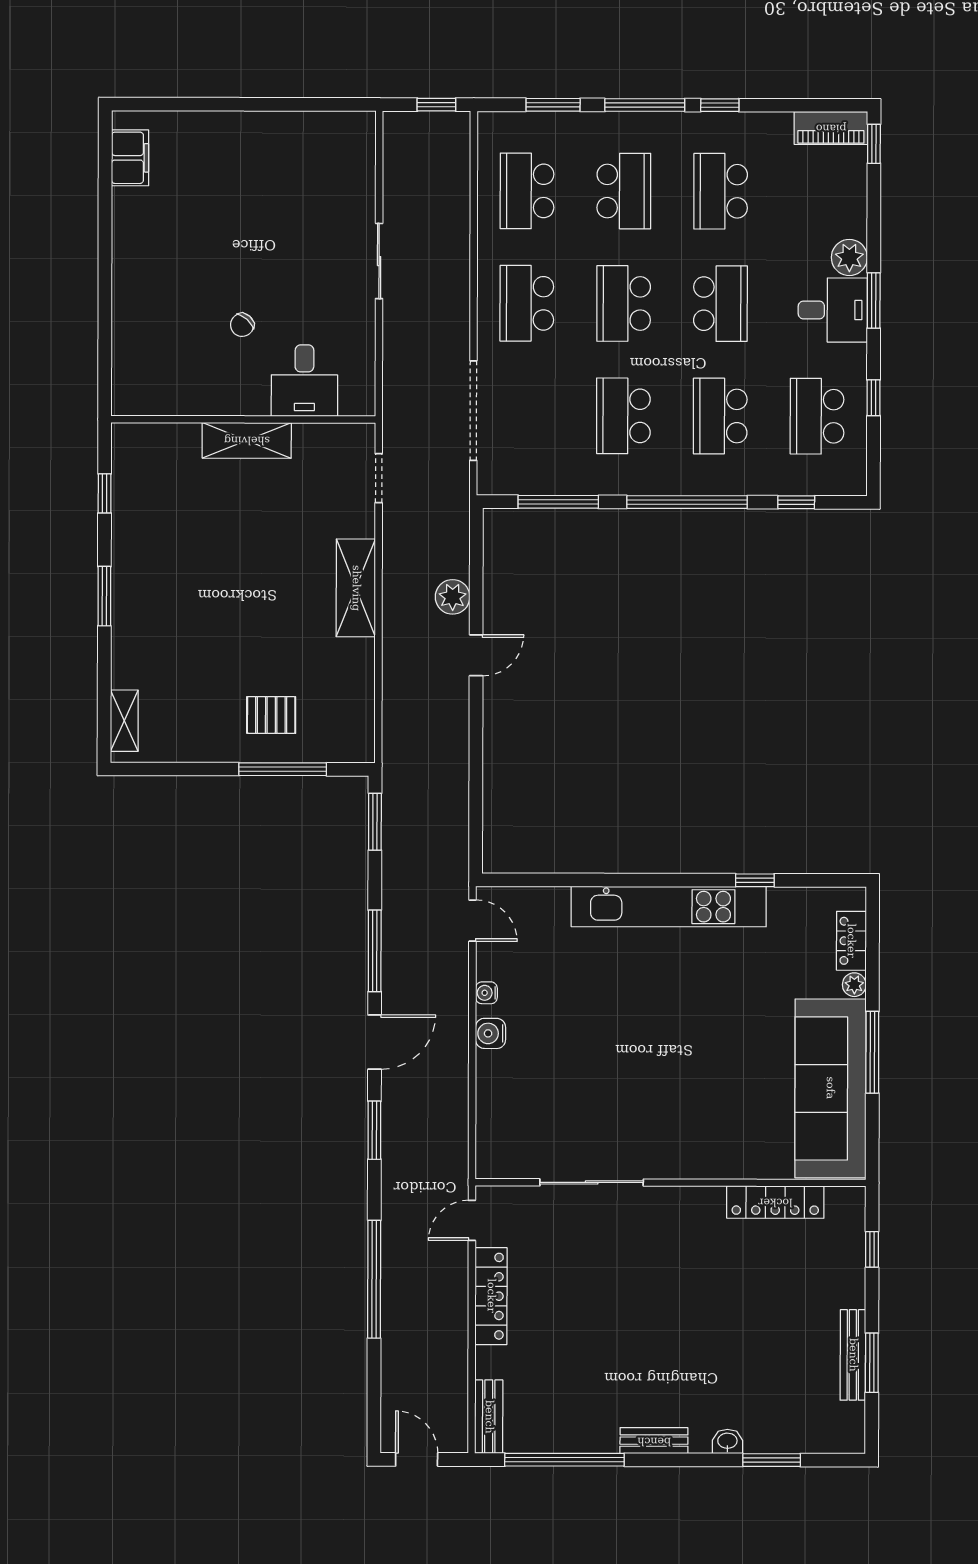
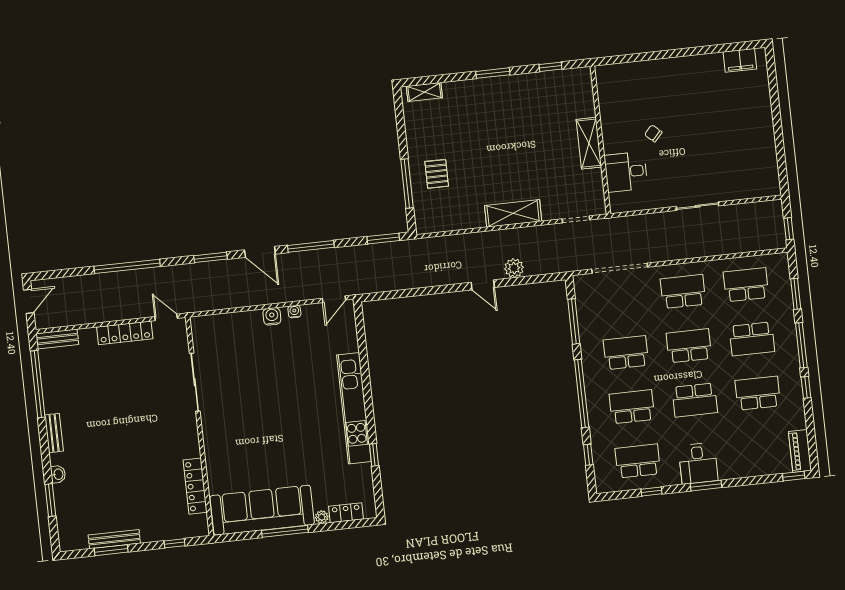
plant: (849, 257) -> (729, 469), removed

